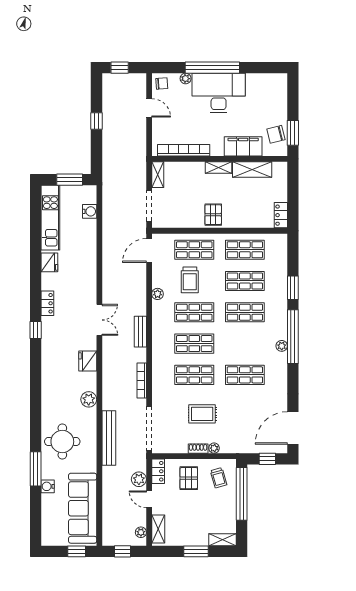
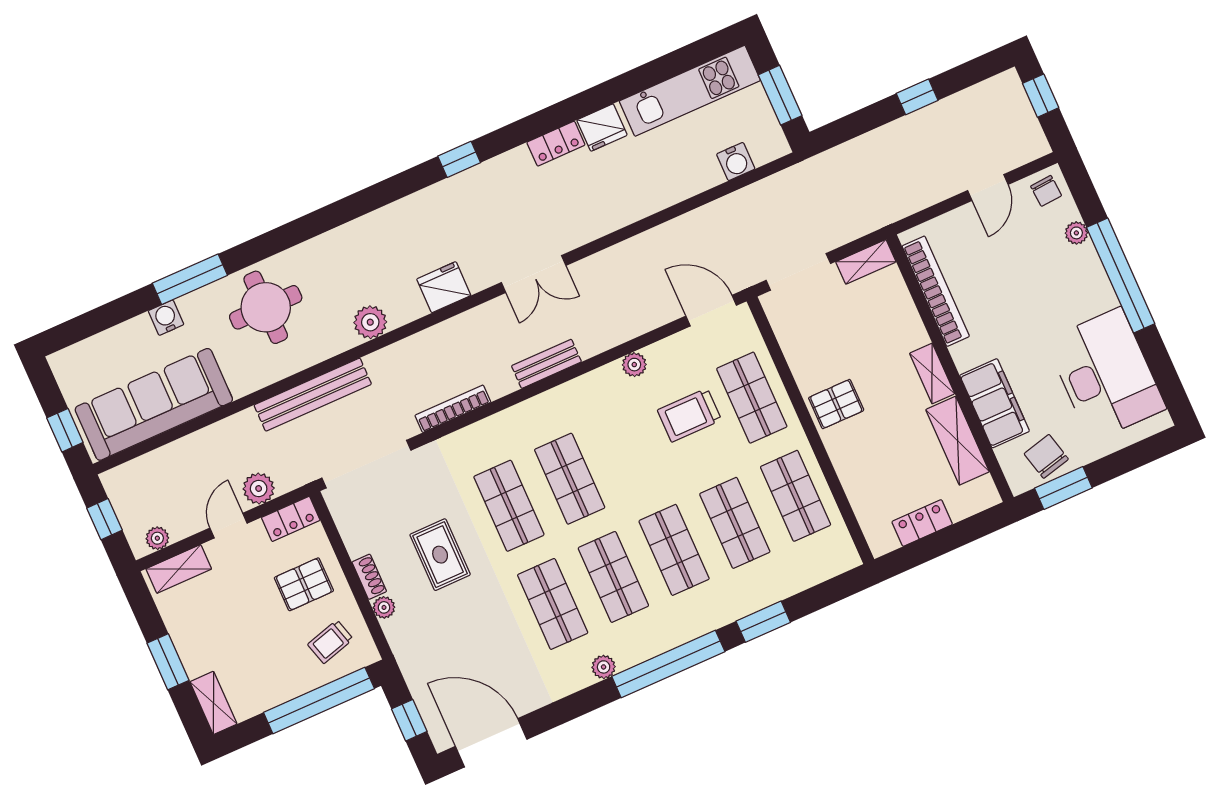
desk: (219, 93) -> (1106, 374), moved
locker: (281, 215) -> (922, 523), moved
locker: (47, 303) -> (556, 144), moved
shop shelf: (194, 312) -> (613, 577), moved
plant: (282, 346) -> (604, 667), moved

